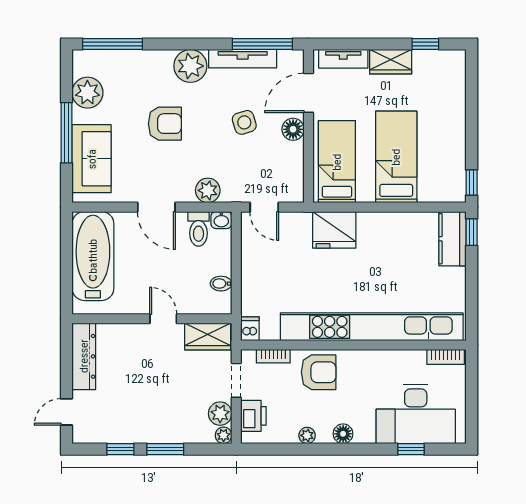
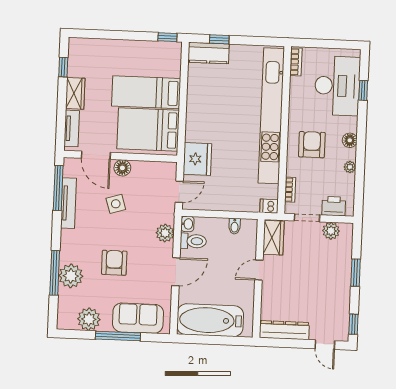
window: (112, 44) -> (55, 273), moved
plant: (190, 66) -> (71, 276), moved
bed: (337, 162) -> (148, 129), width x1.50
fridge: (334, 230) -> (197, 159), moved
window: (472, 232) -> (219, 39), moved
armchair: (319, 372) -> (312, 145), moved
plant: (224, 435) -> (347, 229), removed
window: (120, 449) -> (353, 324), moved

